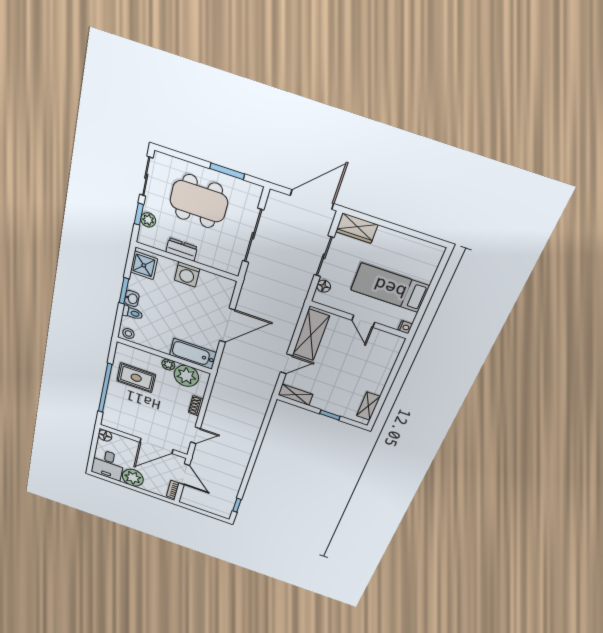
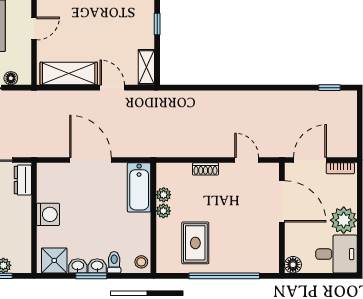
dresser: (182, 249) -> (23, 180), moved
washbasin: (135, 283) -> (78, 266), added
plant: (186, 376) -> (164, 195), width x0.53, depth x0.53

